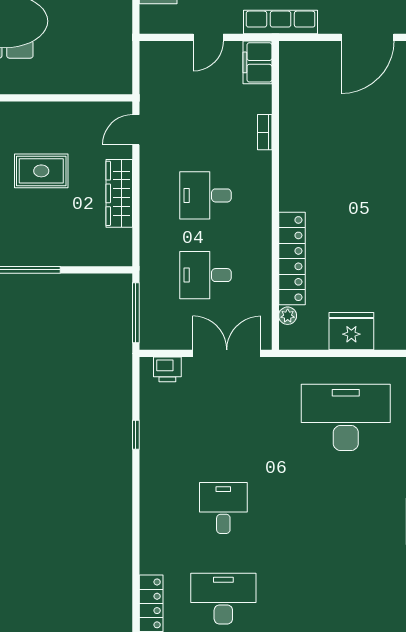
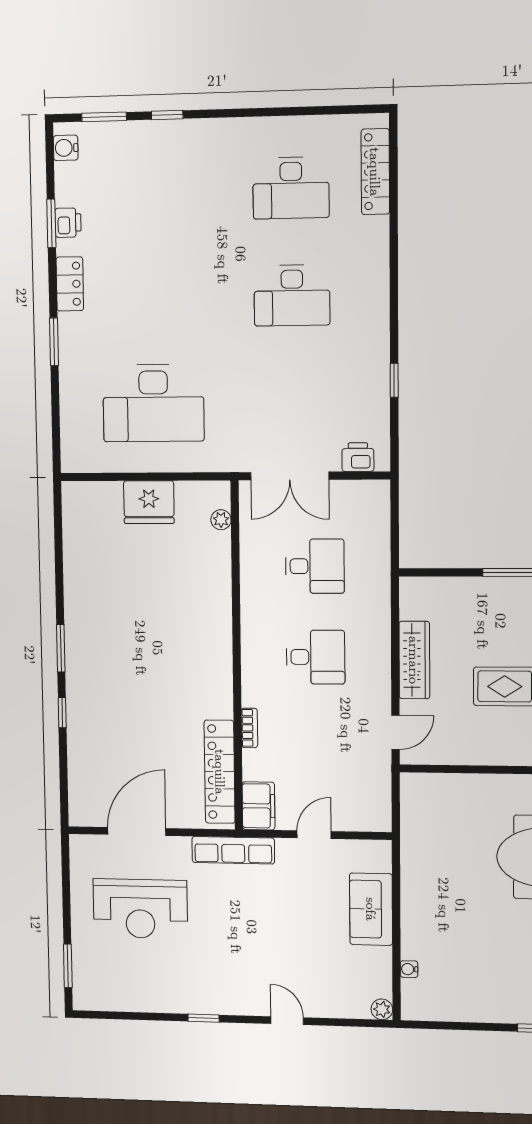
locker: (292, 259) -> (220, 772), moved
window: (136, 313) -> (395, 523), removed
desk: (223, 508) -> (292, 295), width x1.37

